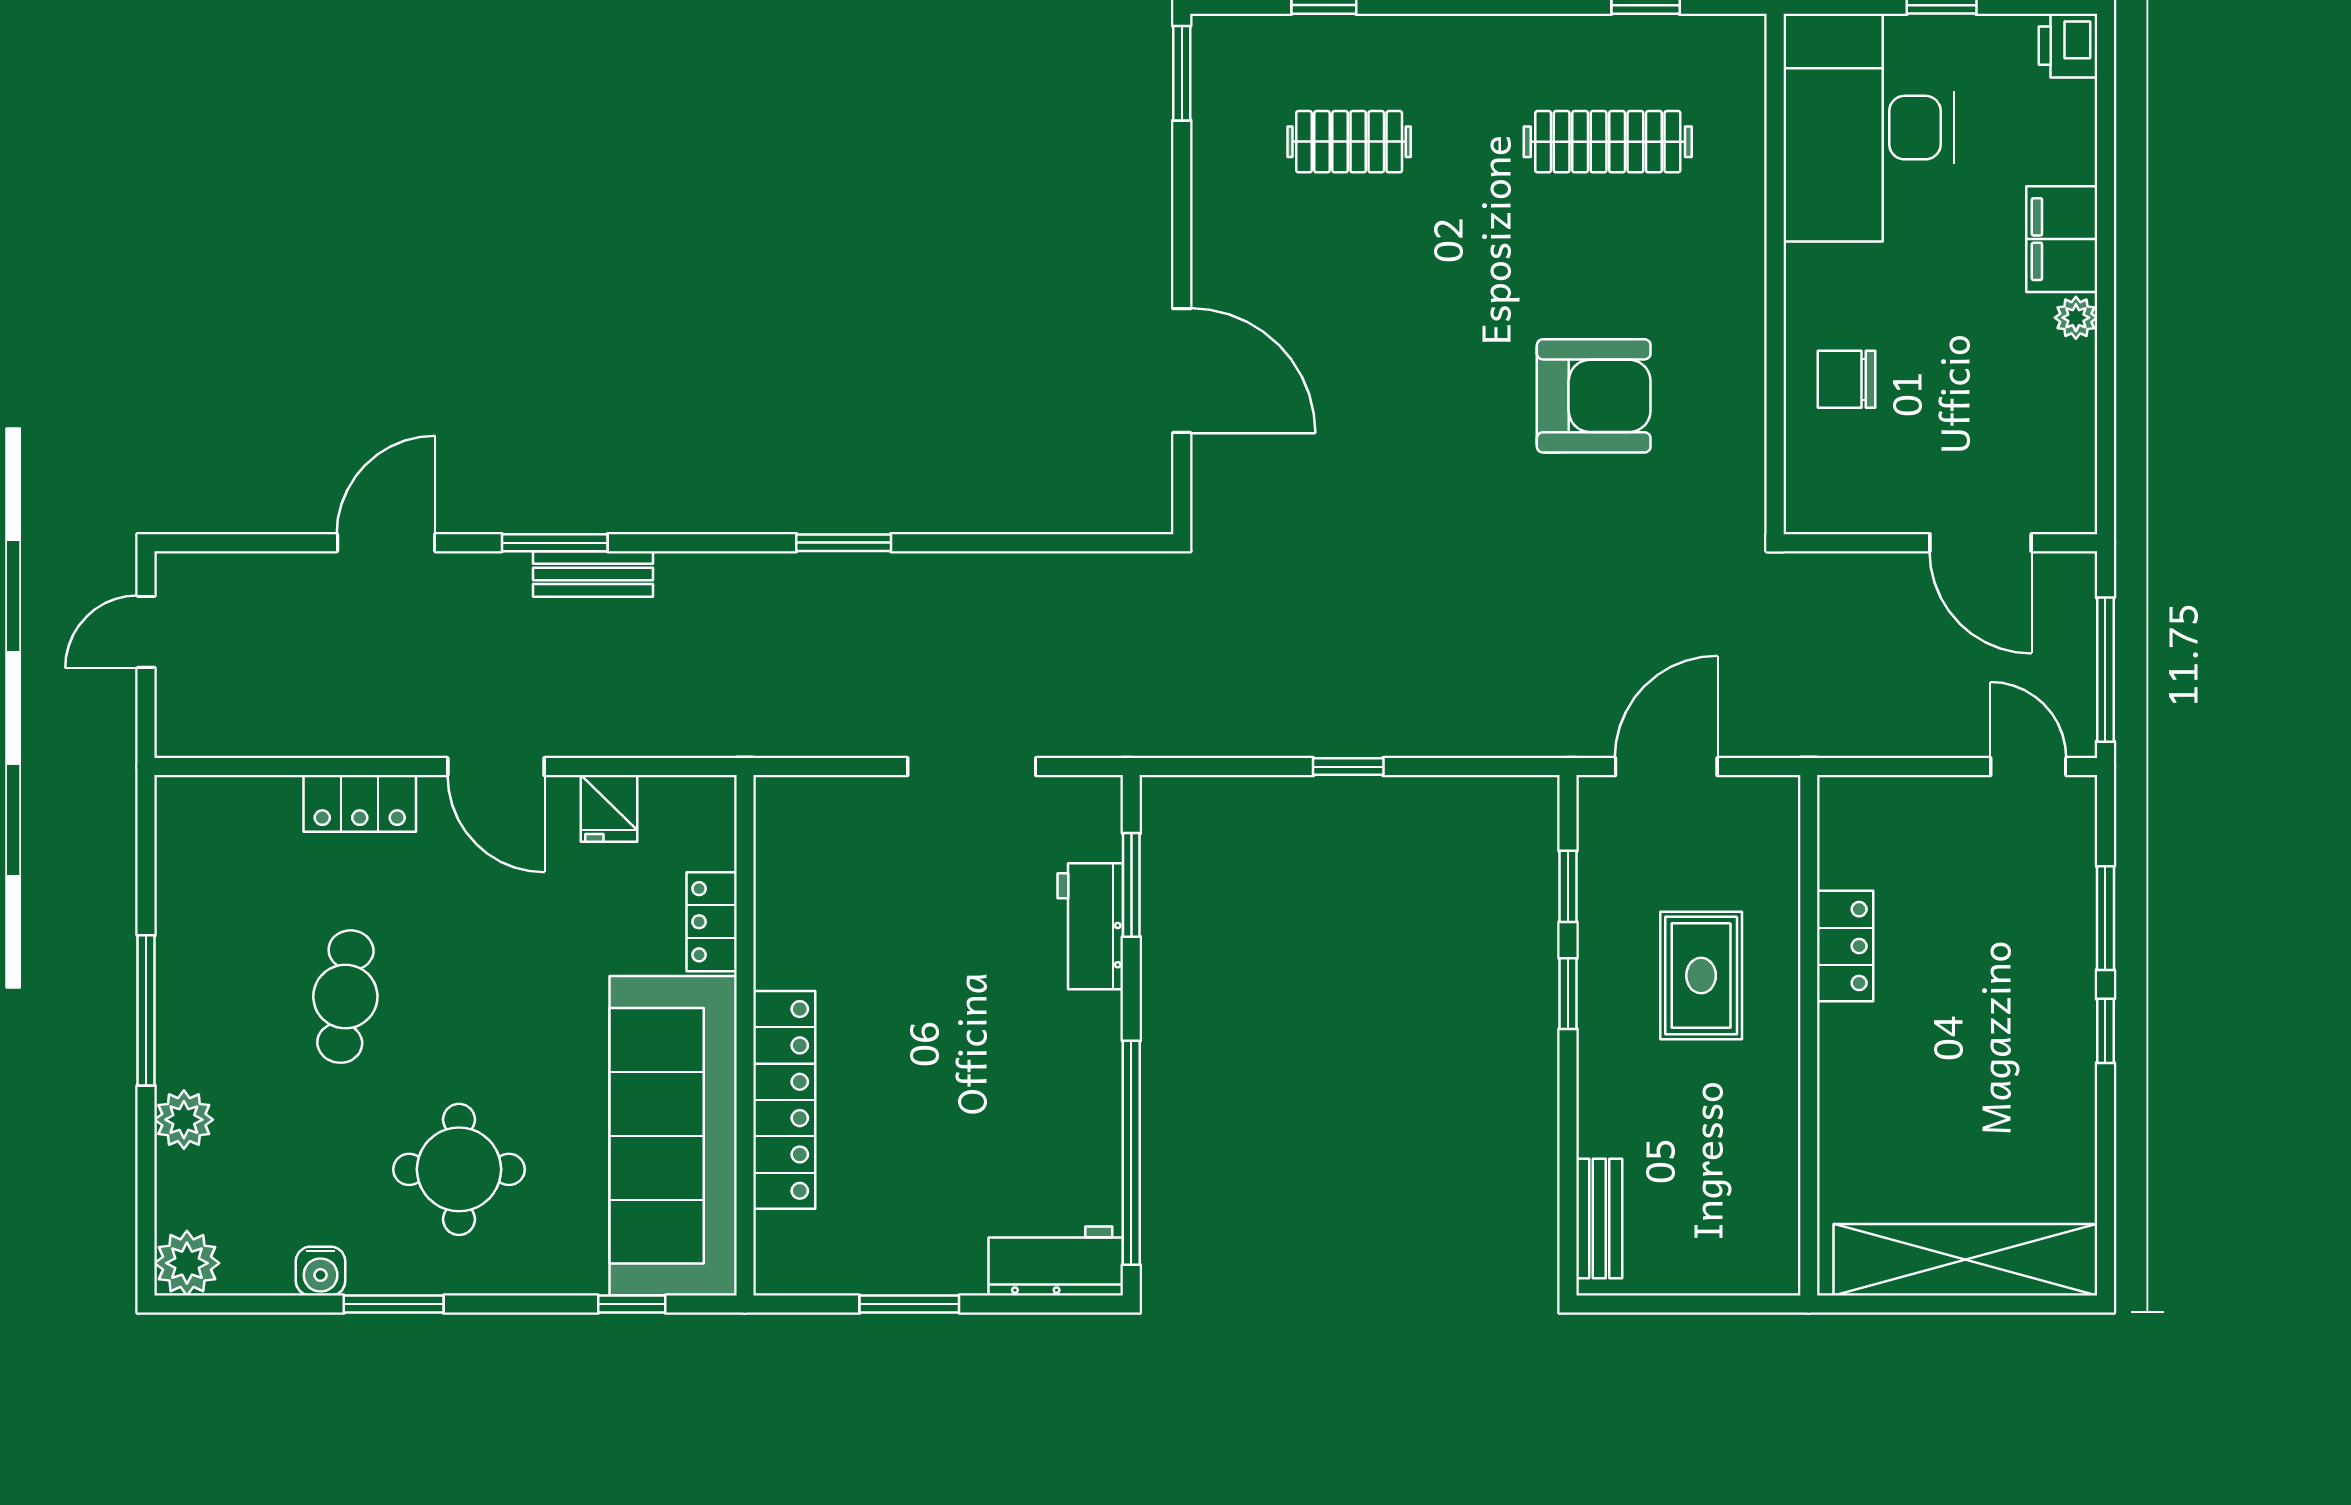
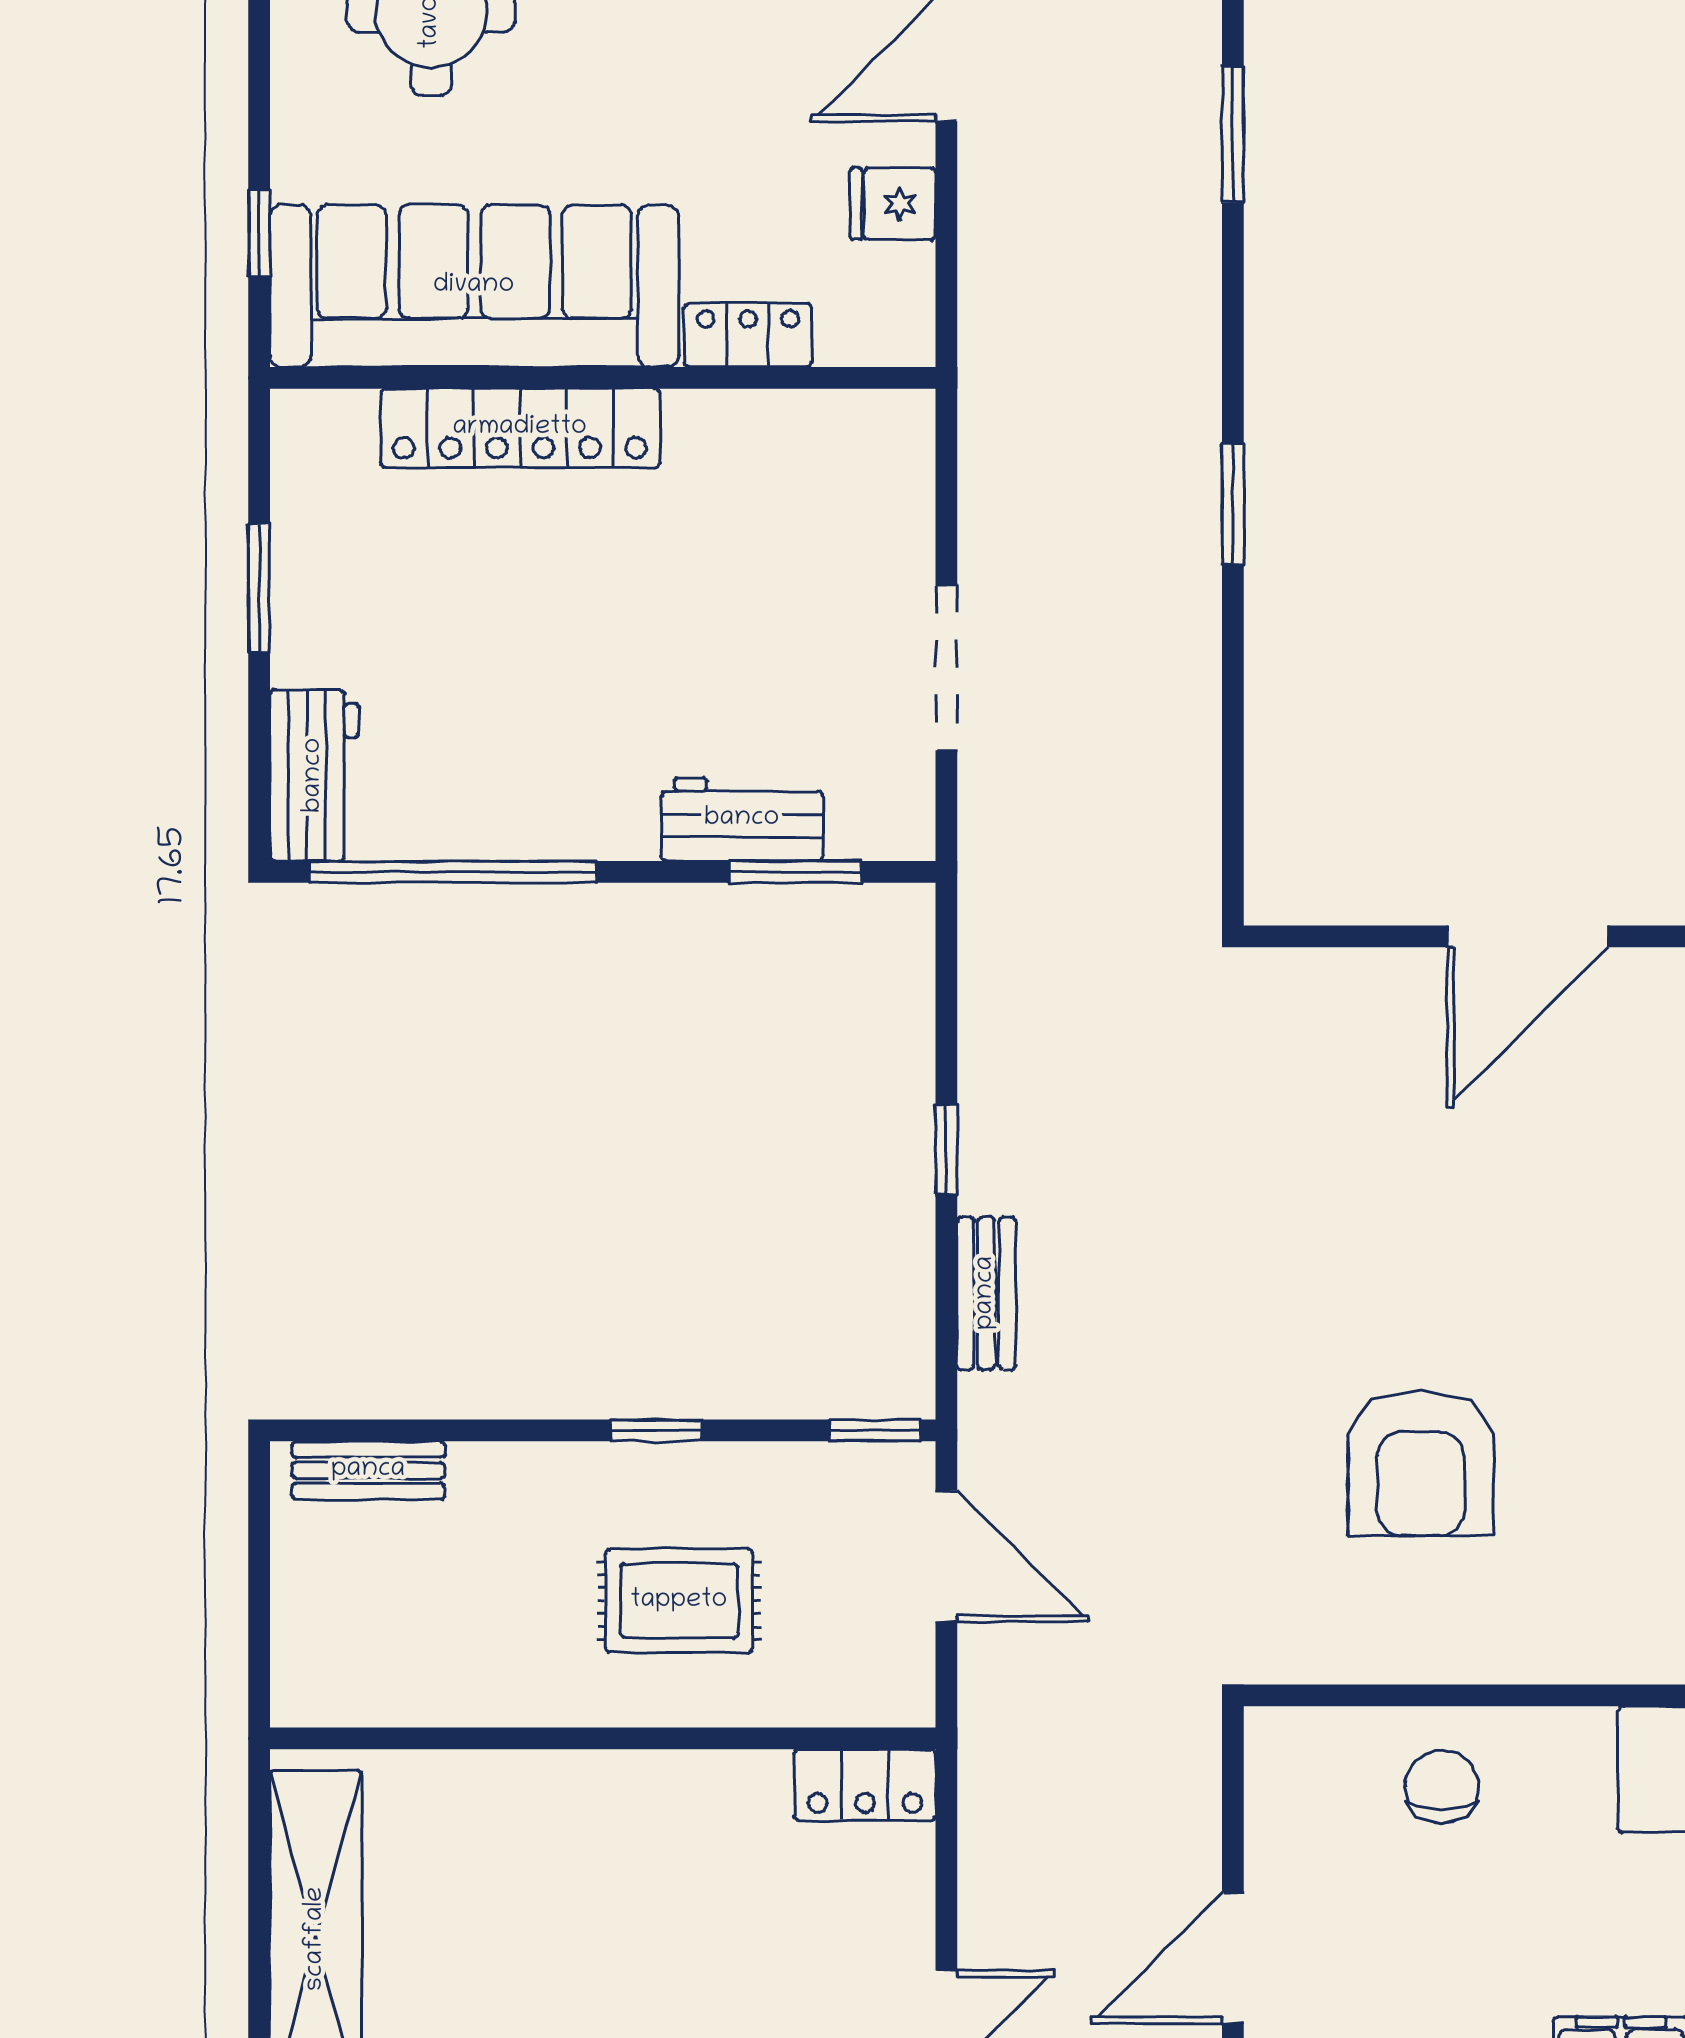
door: (1182, 371) -> (1528, 936), moved
bench: (593, 574) -> (986, 1293), moved
window: (1568, 886) -> (875, 1430), moved
locker: (1845, 946) -> (865, 1785), moved

